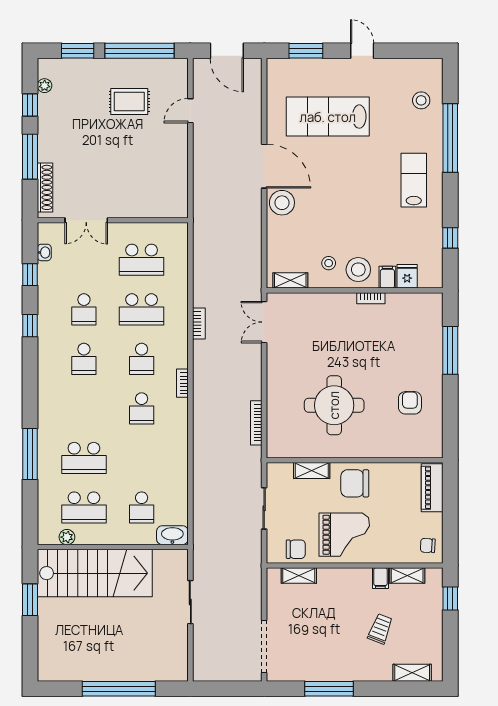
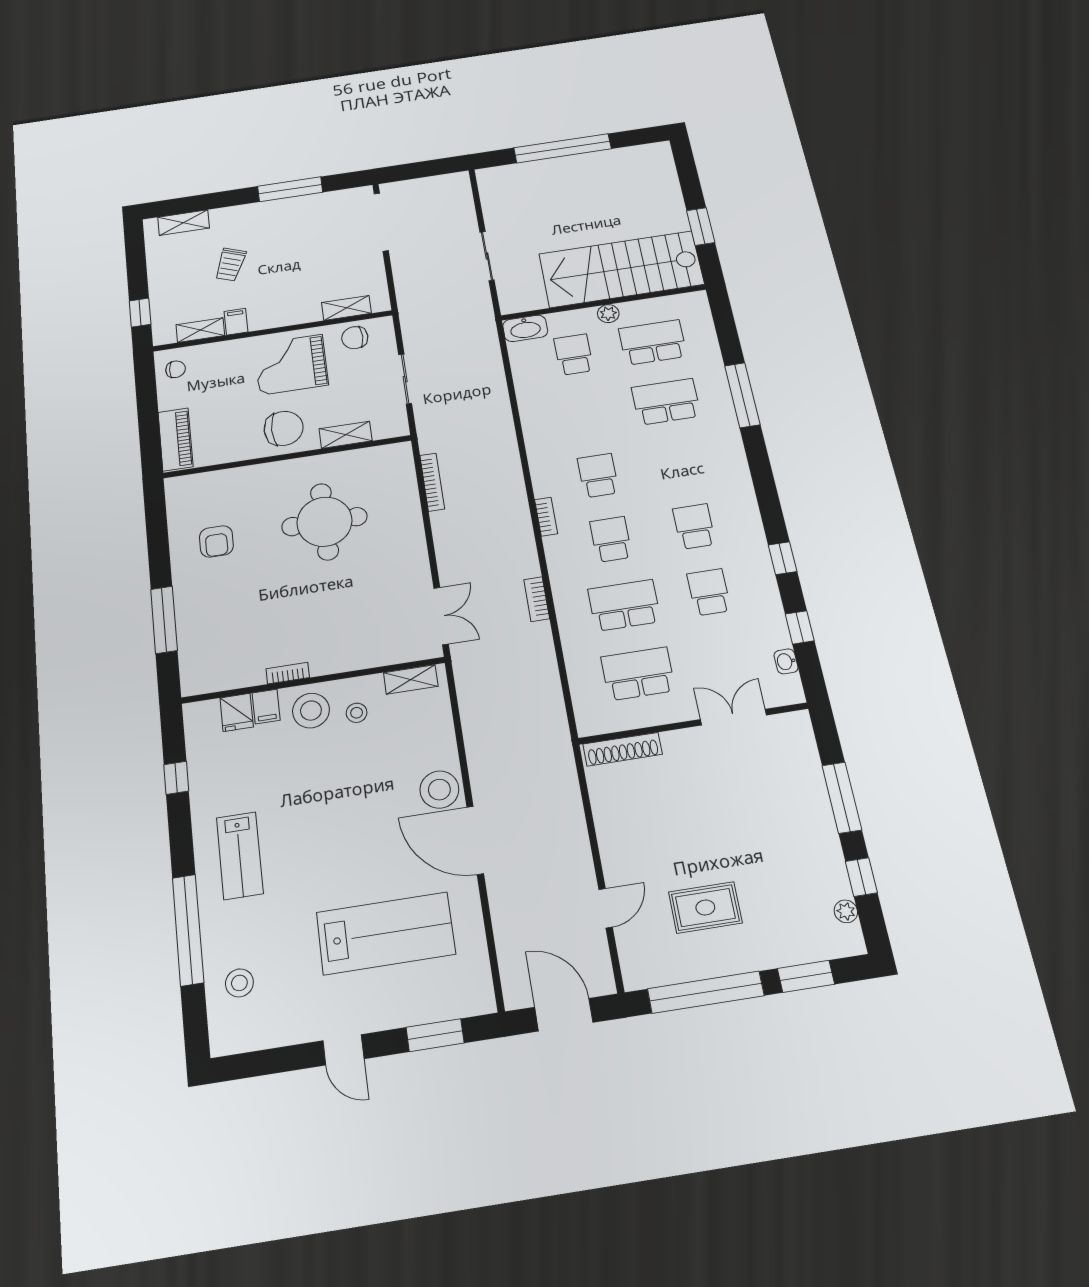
shoe rack: (45, 187) -> (623, 749), moved, turned -90
plant: (67, 537) -> (608, 314), moved

